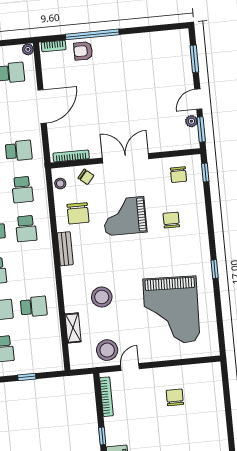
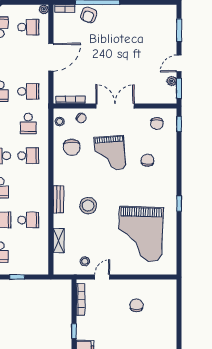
armchair: (83, 51) -> (89, 15), turned -70
grand piano: (125, 216) -> (110, 153), turned -94
school desk: (26, 229) -> (28, 156), turned -90
bench: (65, 249) -> (59, 199), moved
stool: (102, 297) -> (88, 206), moved
stool: (107, 350) -> (85, 261), width x0.53, depth x0.53

